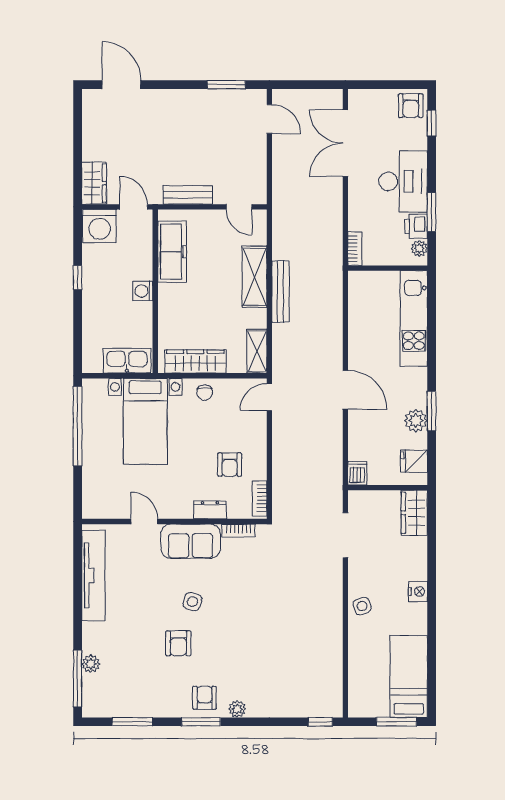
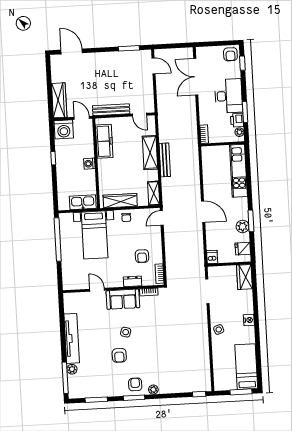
wardrobe: (94, 183) -> (59, 100), width x1.50
bench: (188, 195) -> (111, 110), width x1.36
tv unit: (93, 575) -> (72, 338), moved

